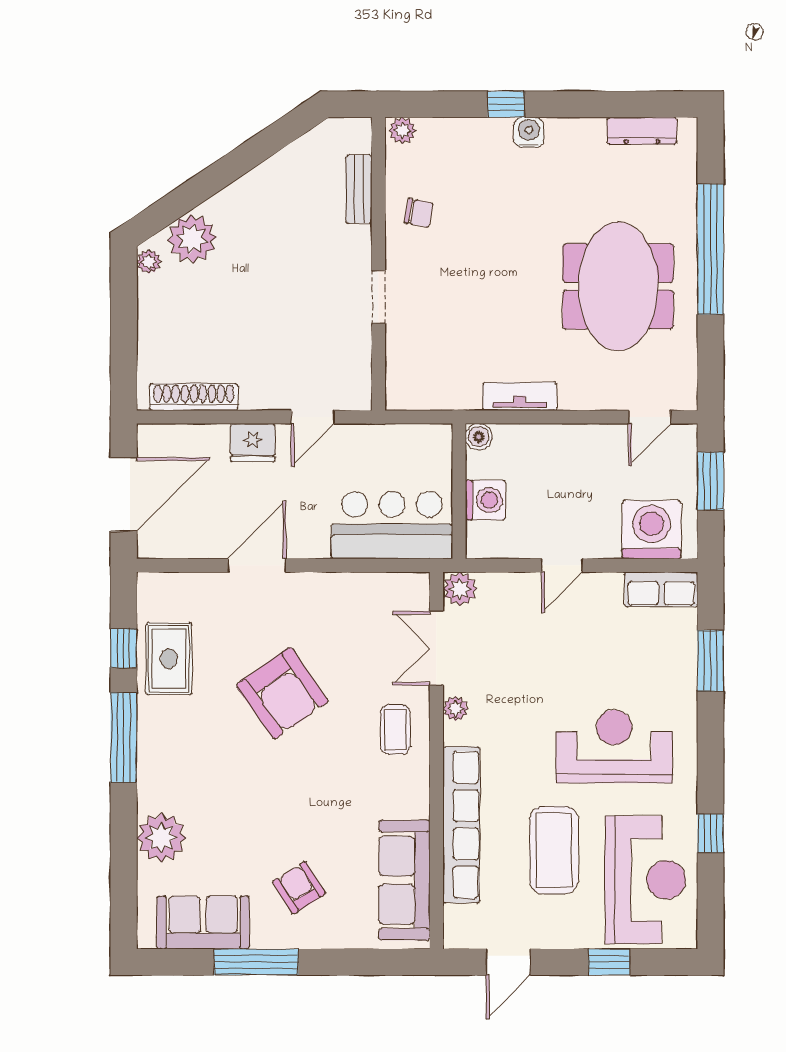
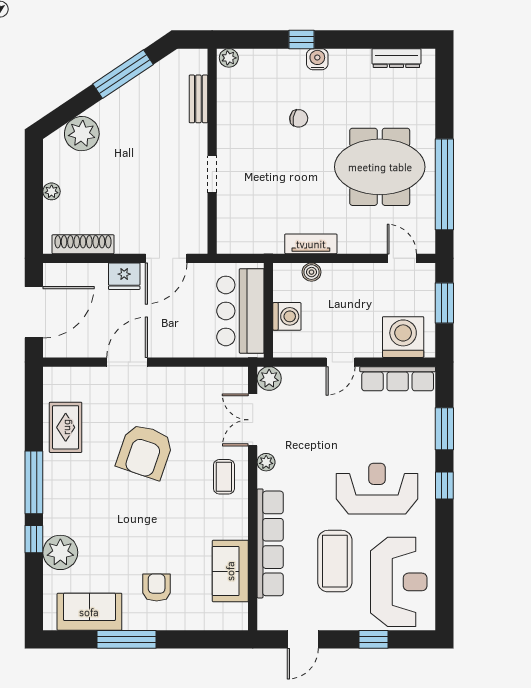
window: (251, 154) -> (123, 74), added
chair: (419, 213) -> (299, 118), moved
window: (711, 249) -> (444, 184), moved
plant: (149, 262) -> (52, 191), moved
meeting table: (618, 286) -> (380, 167), turned 90
door: (313, 417) -> (166, 258), width x1.38
door: (650, 417) -> (402, 258), swing flipped
boiler: (479, 437) -> (312, 272), moved
bar counter: (392, 525) -> (240, 311), moved, turned -90
row of seats: (661, 589) -> (398, 379), width x1.48
window: (124, 648) -> (34, 539), moved
armchair: (282, 693) -> (145, 451), turned 54
window: (711, 833) -> (444, 485), moved
sofa: (404, 880) -> (230, 571), width x0.73
armchair: (299, 888) -> (157, 587), turned 32

